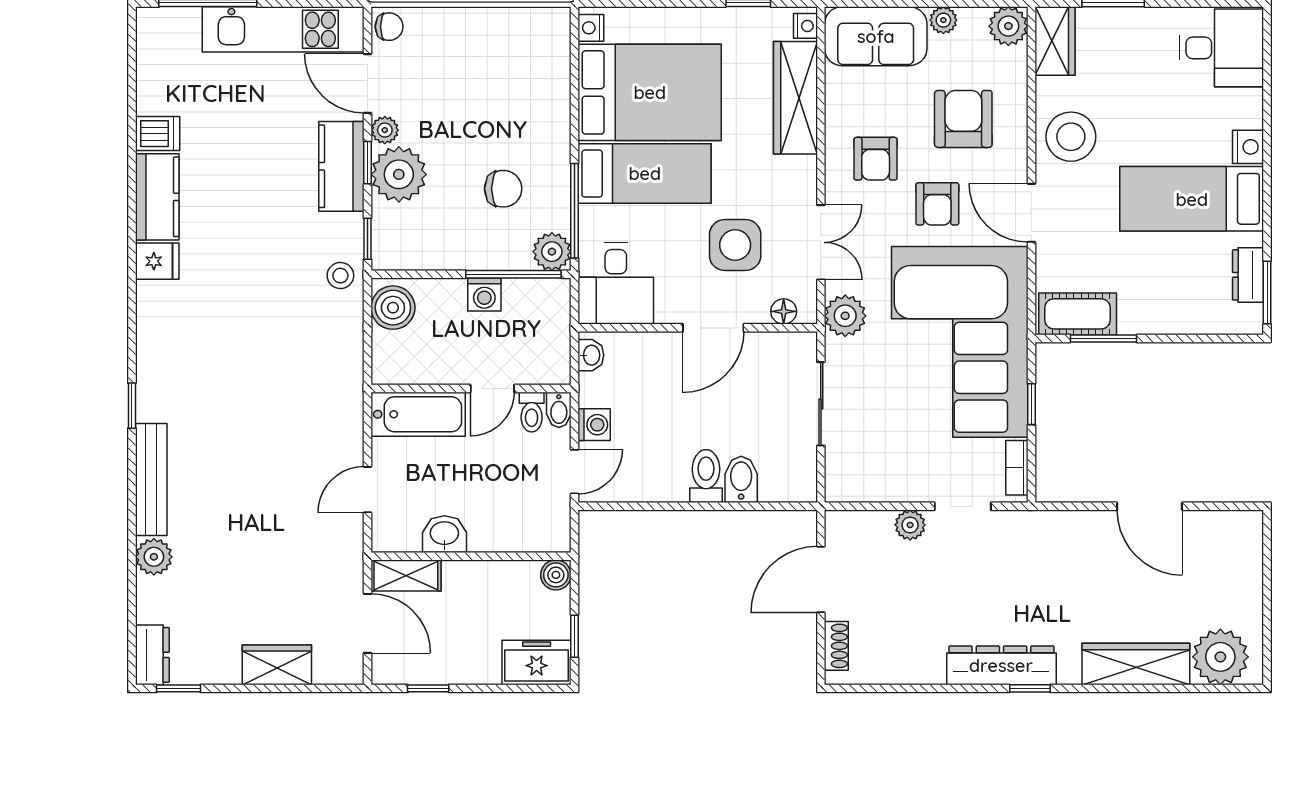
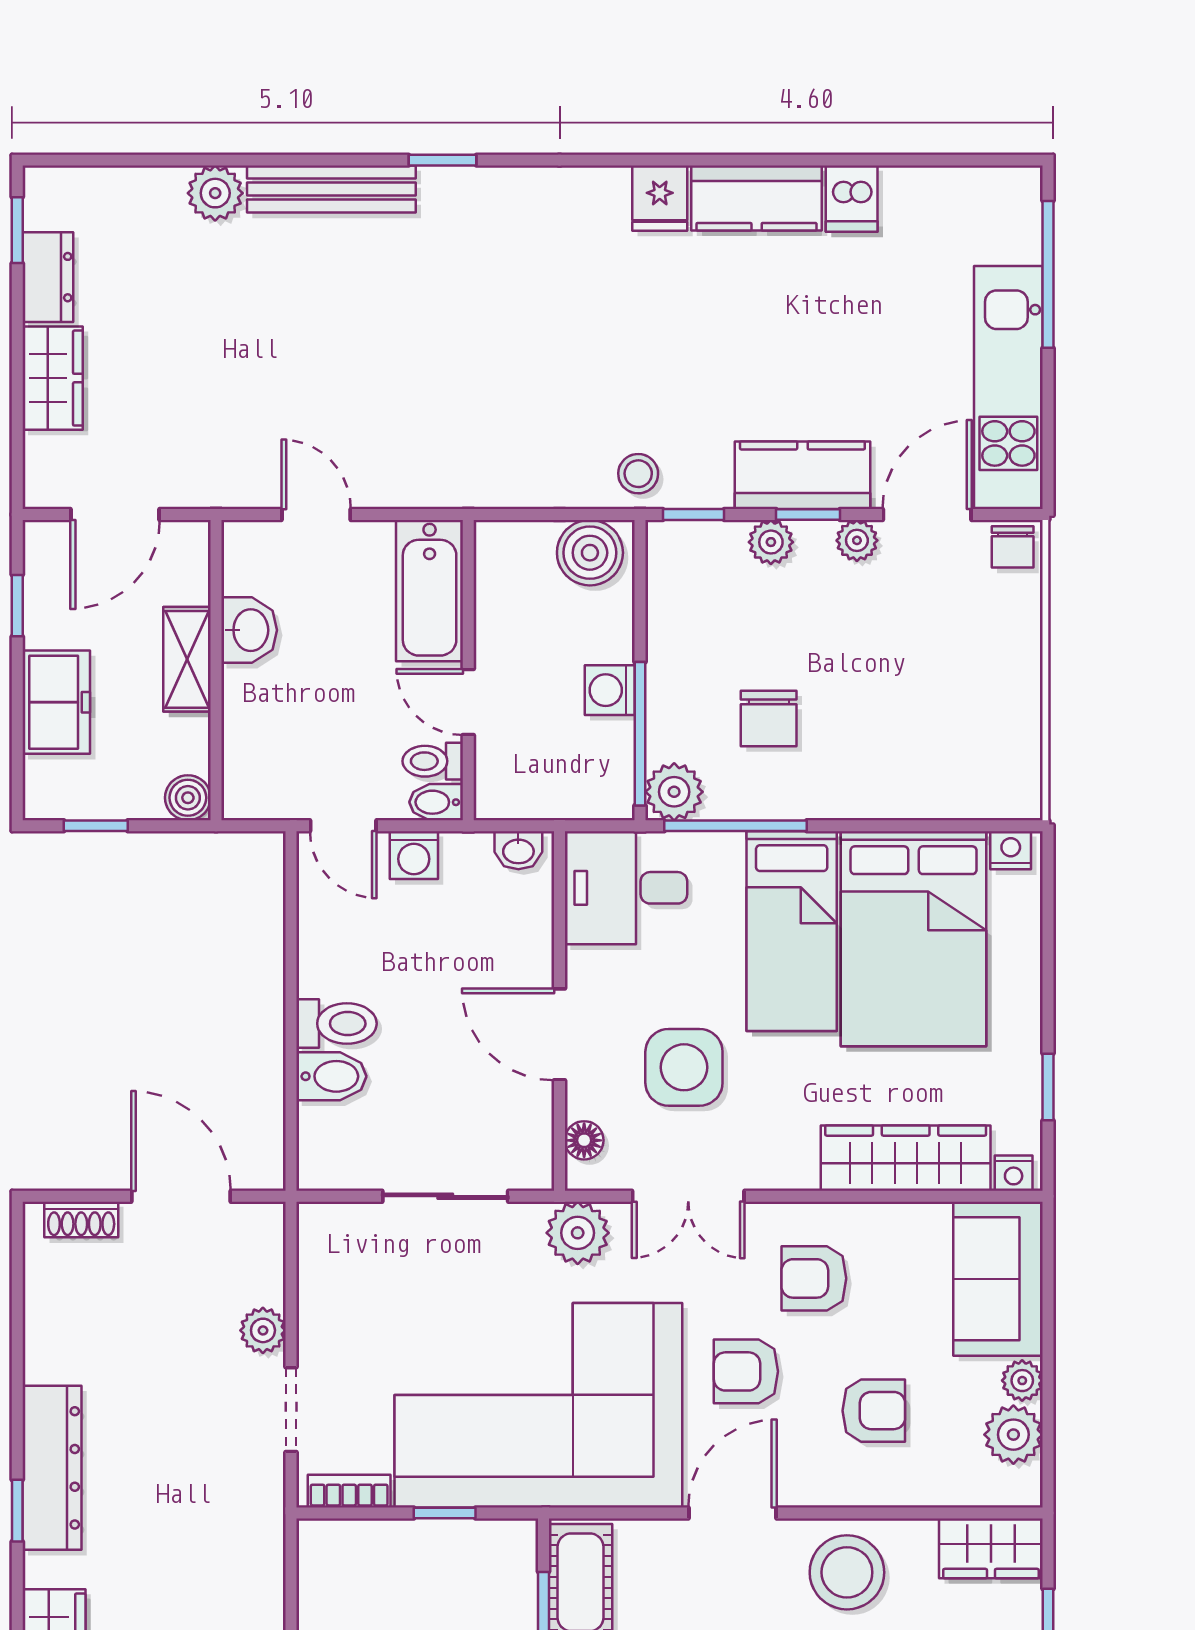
plant: (1008, 26) -> (1013, 1435), moved
armchair: (963, 119) -> (874, 1411), width x0.72, depth x0.72
plant: (399, 174) -> (771, 542), width x0.53, depth x0.53
shelving: (406, 576) -> (187, 659), moved
dresser: (152, 655) -> (48, 277), moved, turned -90
freezer: (537, 662) -> (56, 702), moved

